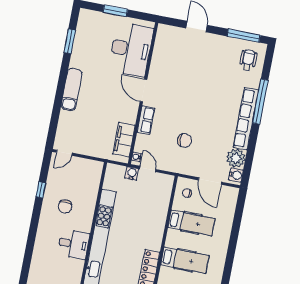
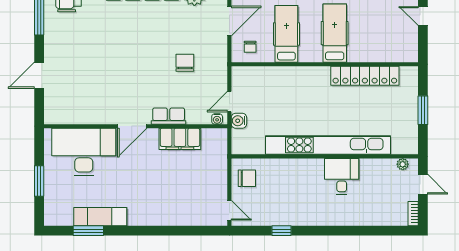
exam couch: (72, 89) -> (100, 217), moved
filing cabinet: (124, 140) -> (180, 139), moved
chair: (65, 206) -> (247, 178), moved

